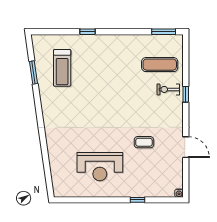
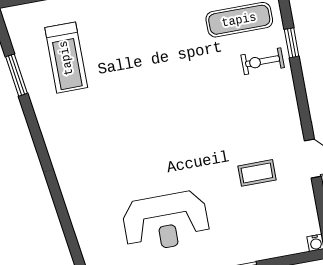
window: (186, 94) -> (292, 43), moved
coffee table: (144, 142) -> (257, 173), moved

